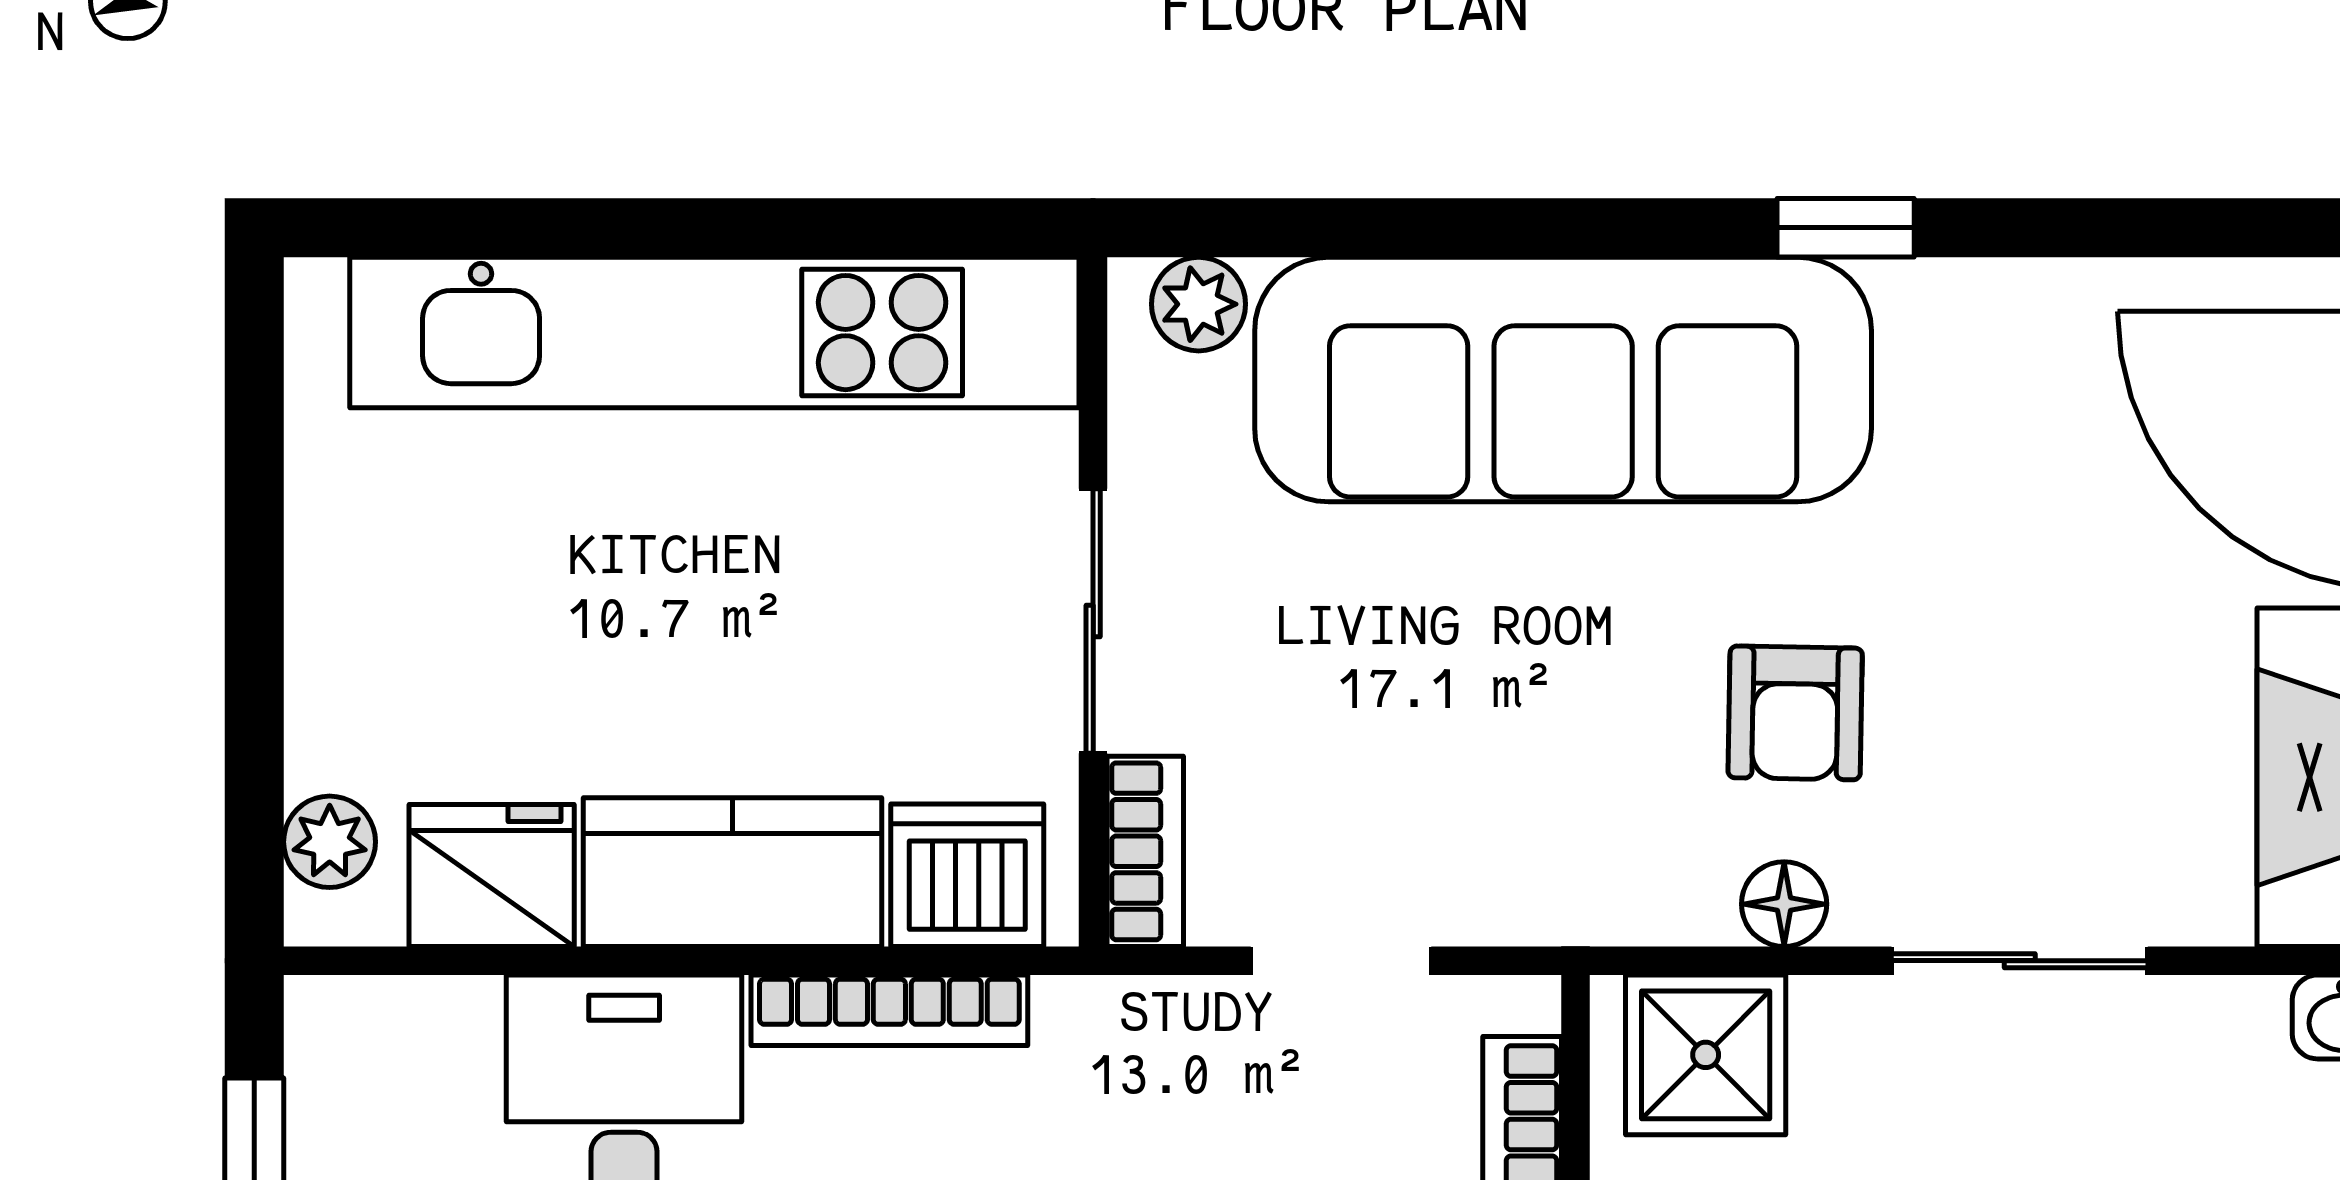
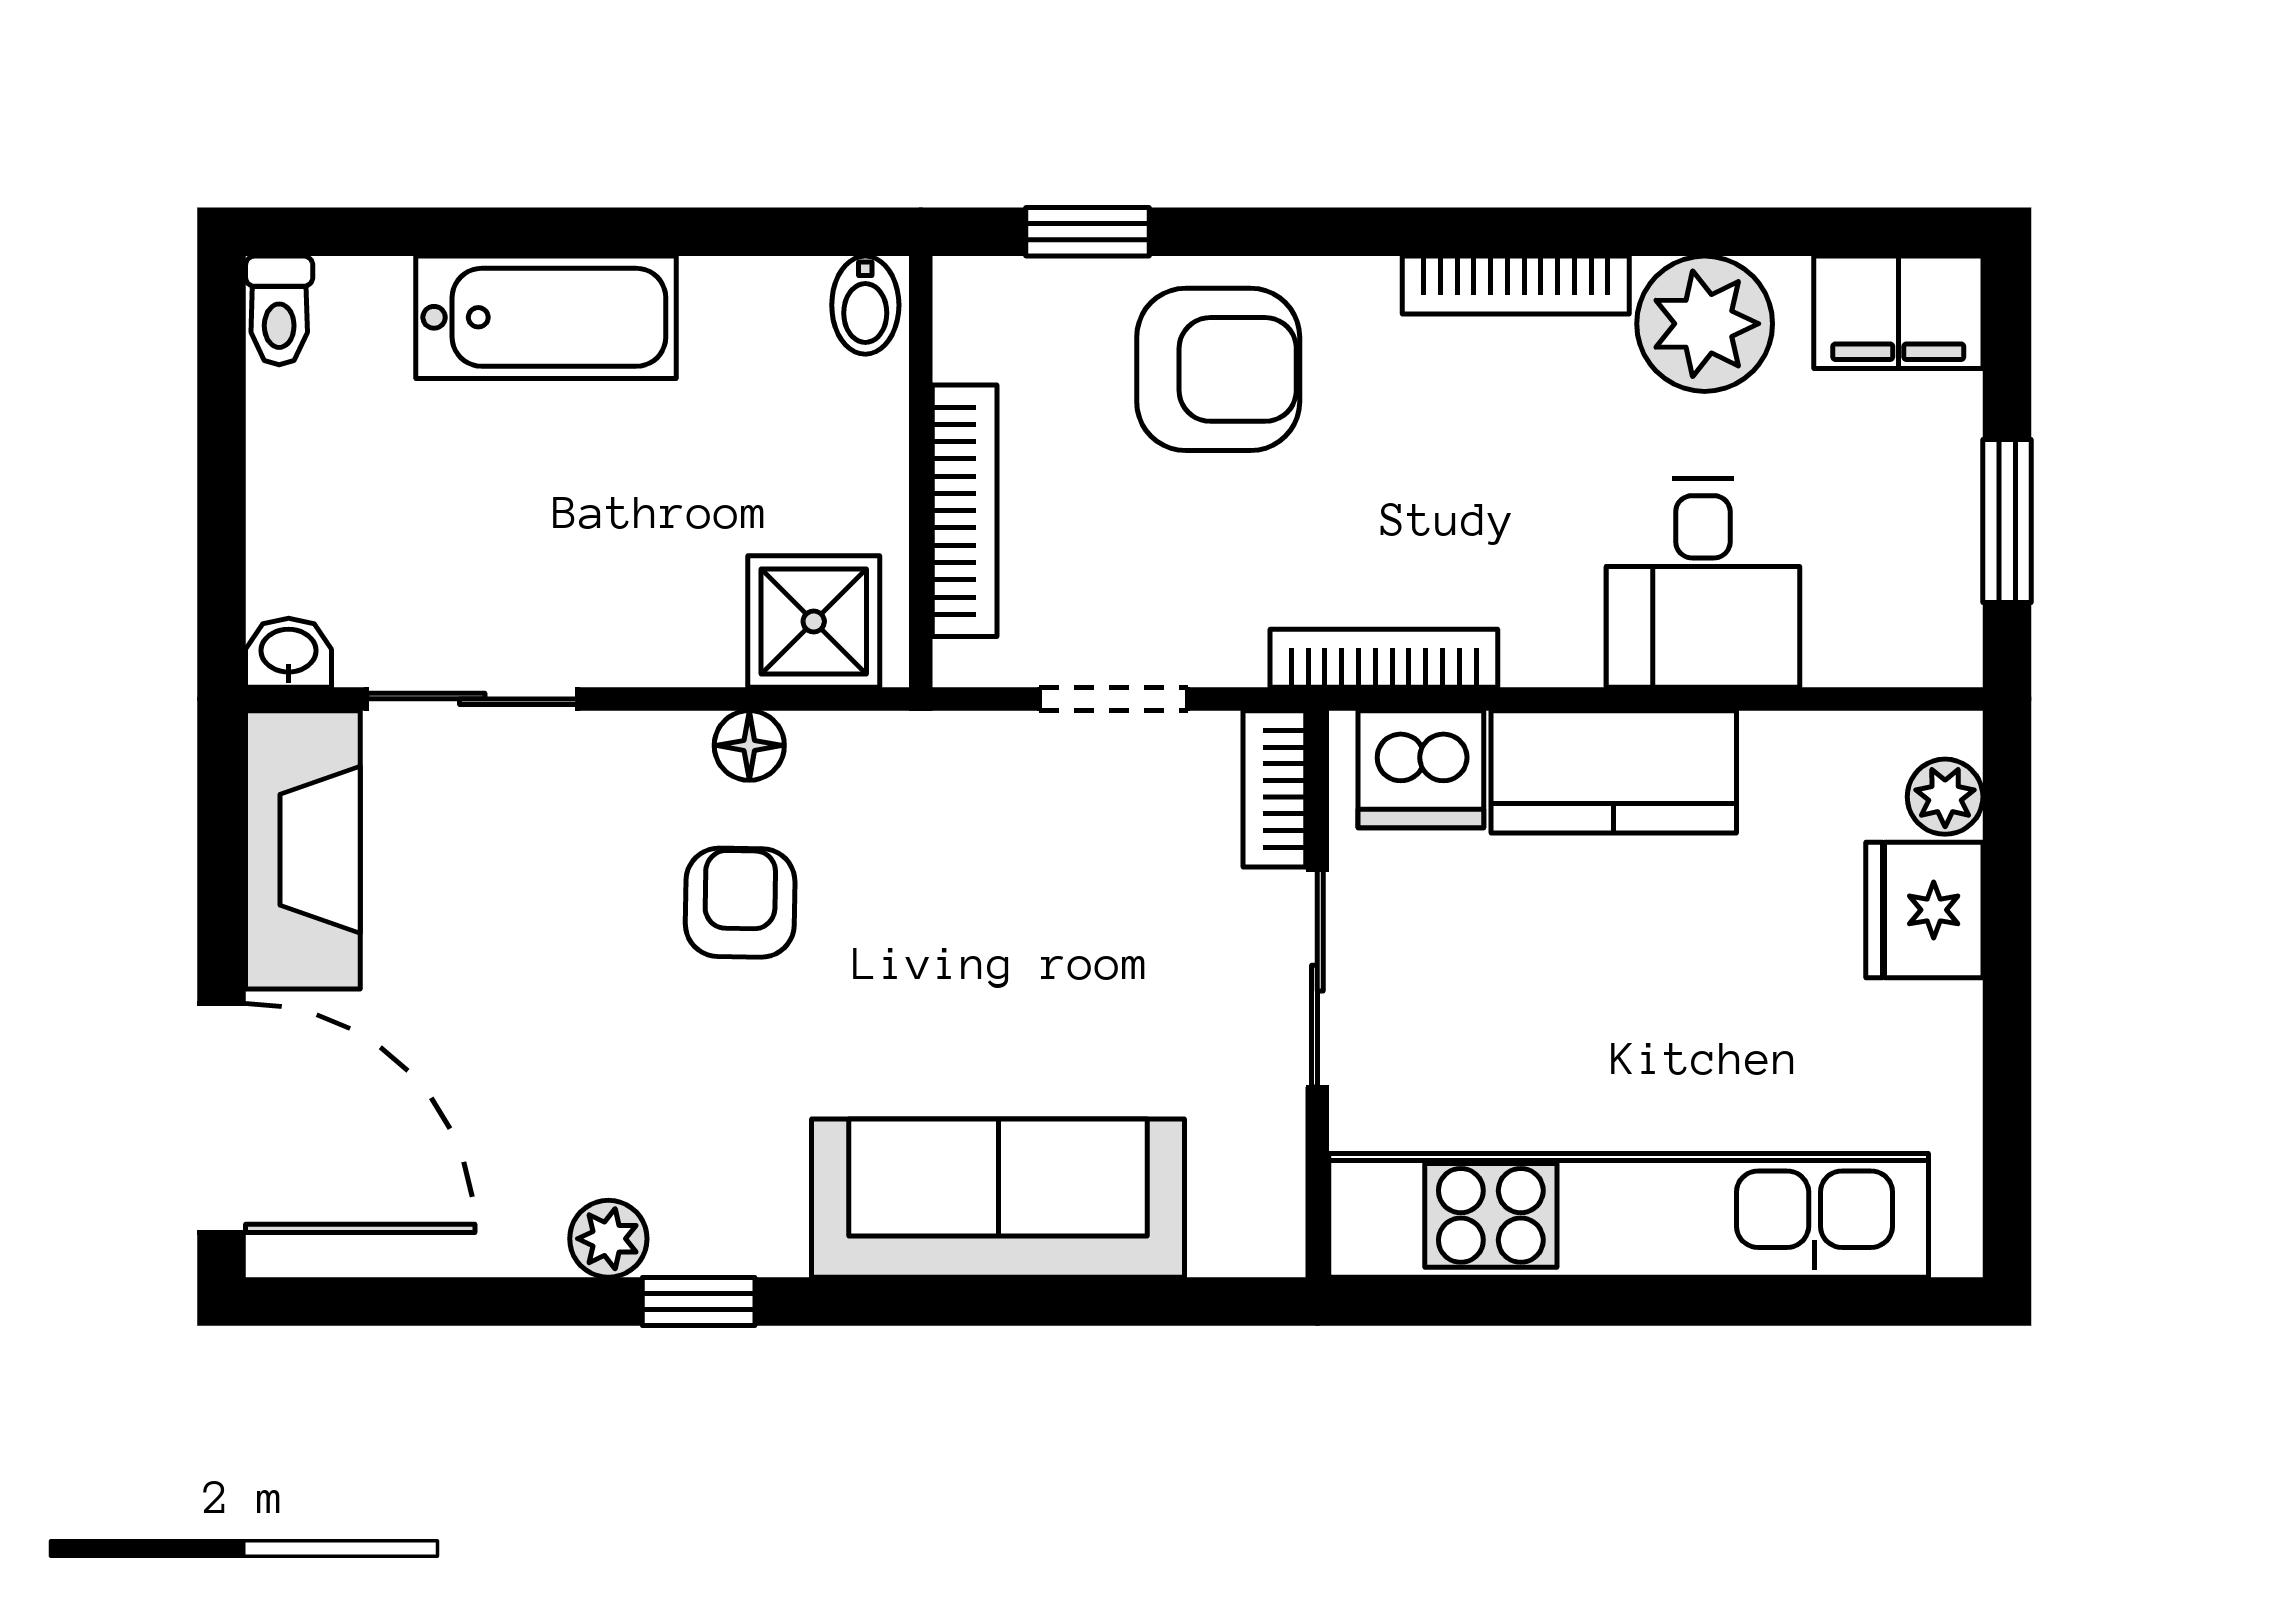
plant: (1199, 304) -> (608, 1239), moved
sofa: (1563, 380) -> (998, 1198), width x0.74, depth x0.79
fridge: (492, 876) -> (1924, 910), moved, turned 90
sliding door: (2020, 961) -> (472, 699), moved
bookcase: (889, 1010) -> (1384, 658), moved

